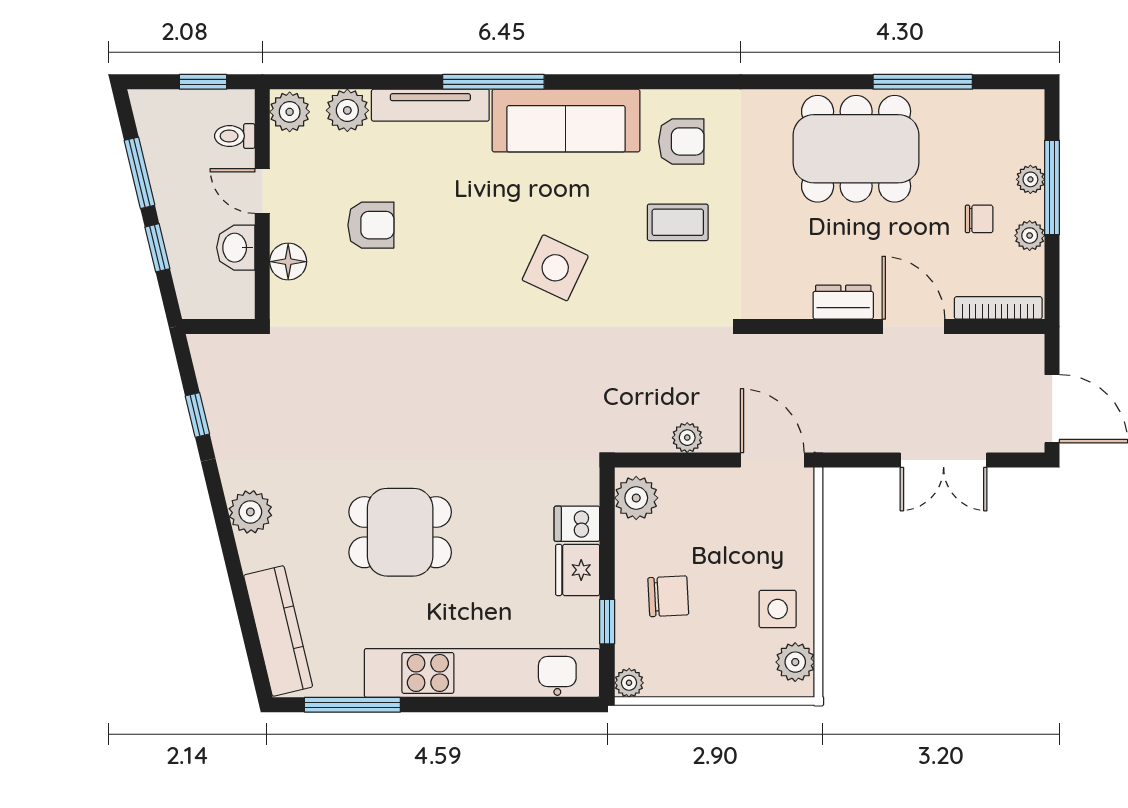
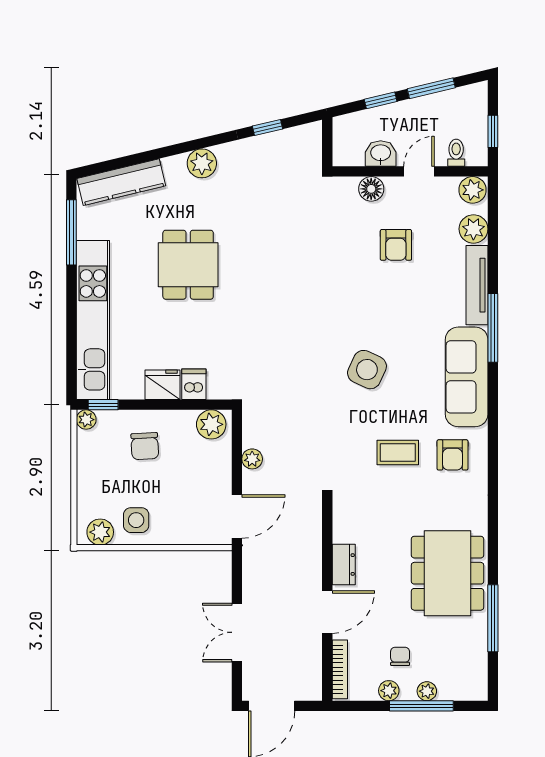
chair: (979, 219) -> (400, 656), turned 180
coffee table: (678, 222) -> (398, 453), turned 90
window: (607, 622) -> (103, 405), moved

